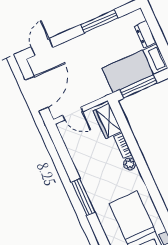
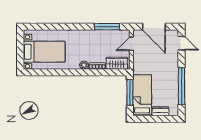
window: (99, 21) -> (182, 86), width x1.46
window: (83, 197) -> (107, 27), moved

